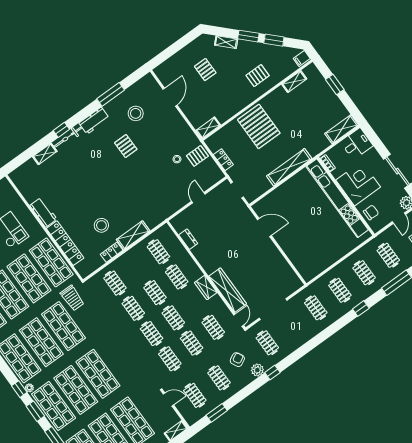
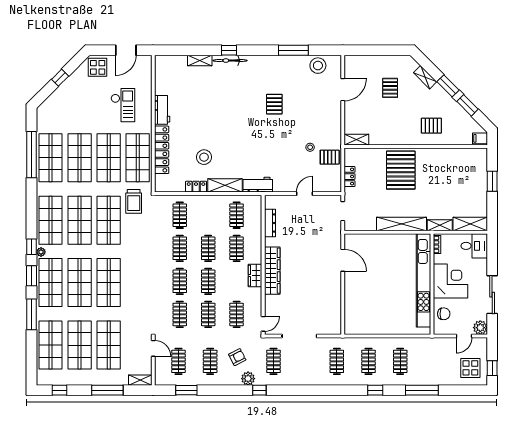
shelving: (294, 82) -> (440, 225), moved
stool: (136, 113) -> (318, 66), moved
workbench: (94, 121) -> (258, 185), moved, turned 180
dresser: (188, 239) -> (270, 223), width x1.44
clothes rail: (388, 255) -> (432, 361), removed
wardrobe: (228, 290) -> (272, 271), moved

